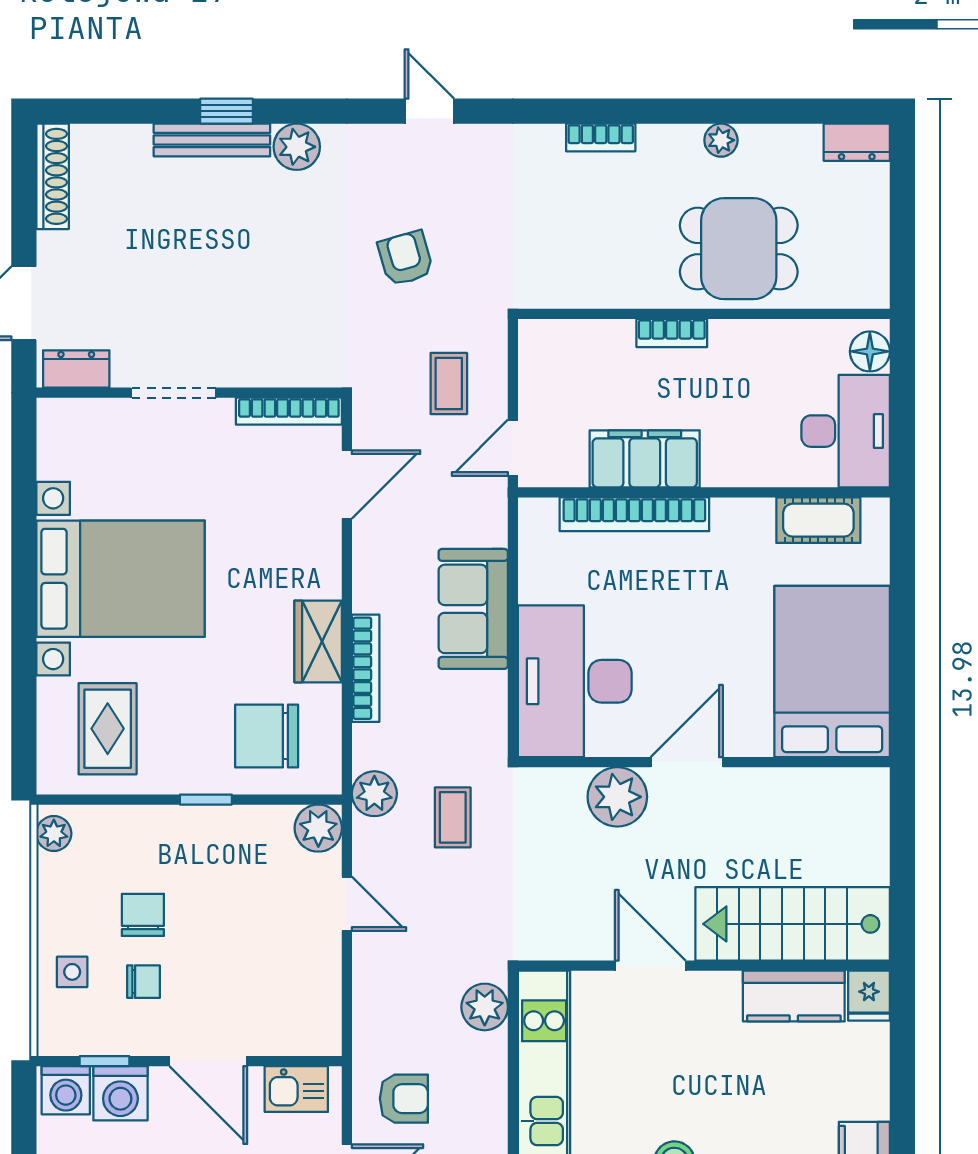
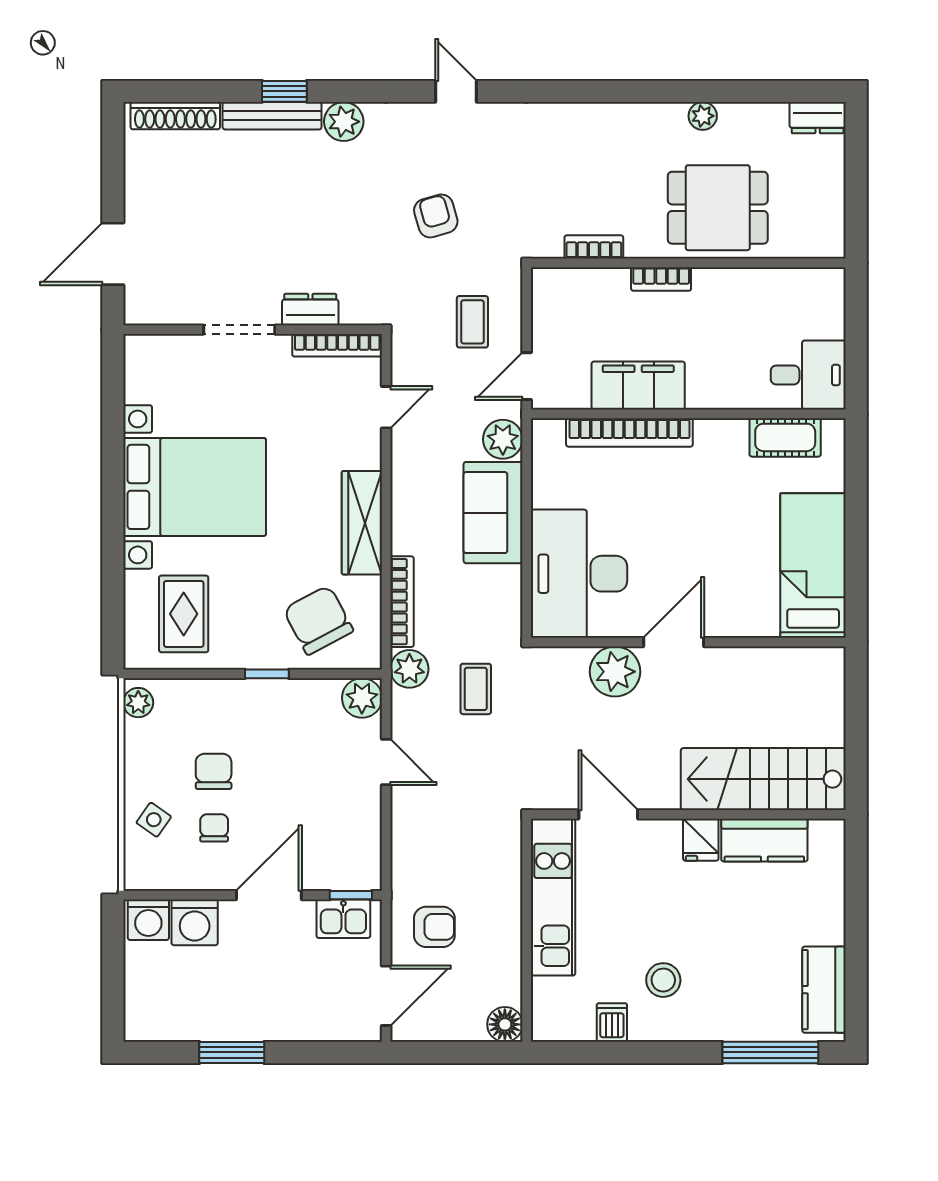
bookcase: (601, 137) -> (594, 247), moved, turned 180
shoe rack: (53, 176) -> (175, 116), moved, turned 90
floor lamp: (870, 351) -> (829, 295), removed
dresser: (76, 369) -> (310, 310), moved
desk: (846, 431) -> (808, 375), width x0.73
door: (347, 484) -> (386, 407), width x0.73
wardrobe: (318, 641) -> (362, 523), width x1.50
bookcase: (366, 668) -> (402, 602), moved
bed: (832, 672) -> (813, 566), width x0.67
chair: (267, 736) -> (318, 620), turned 62
door: (650, 966) -> (608, 814), moved
side table: (72, 972) -> (154, 820), turned 35
chair: (144, 982) -> (214, 828), turned -90
fridge: (869, 996) -> (701, 840), moved
plant: (485, 1007) -> (503, 439), moved
window: (105, 1061) -> (351, 895), moved
door: (208, 1061) -> (269, 895), swing flipped

